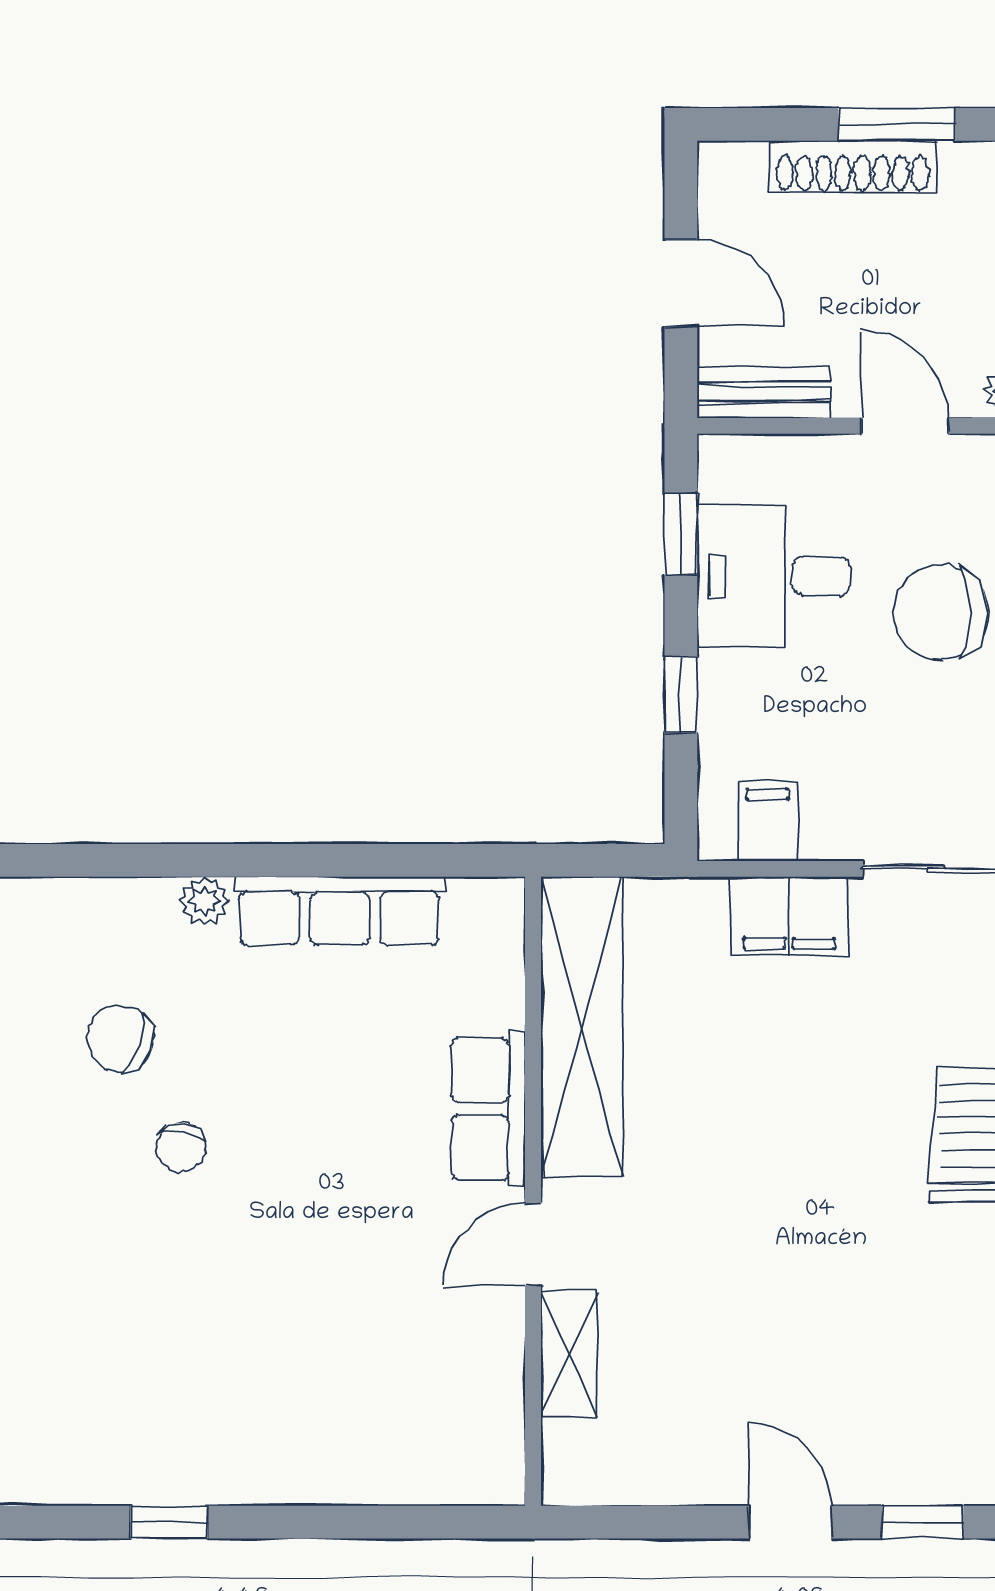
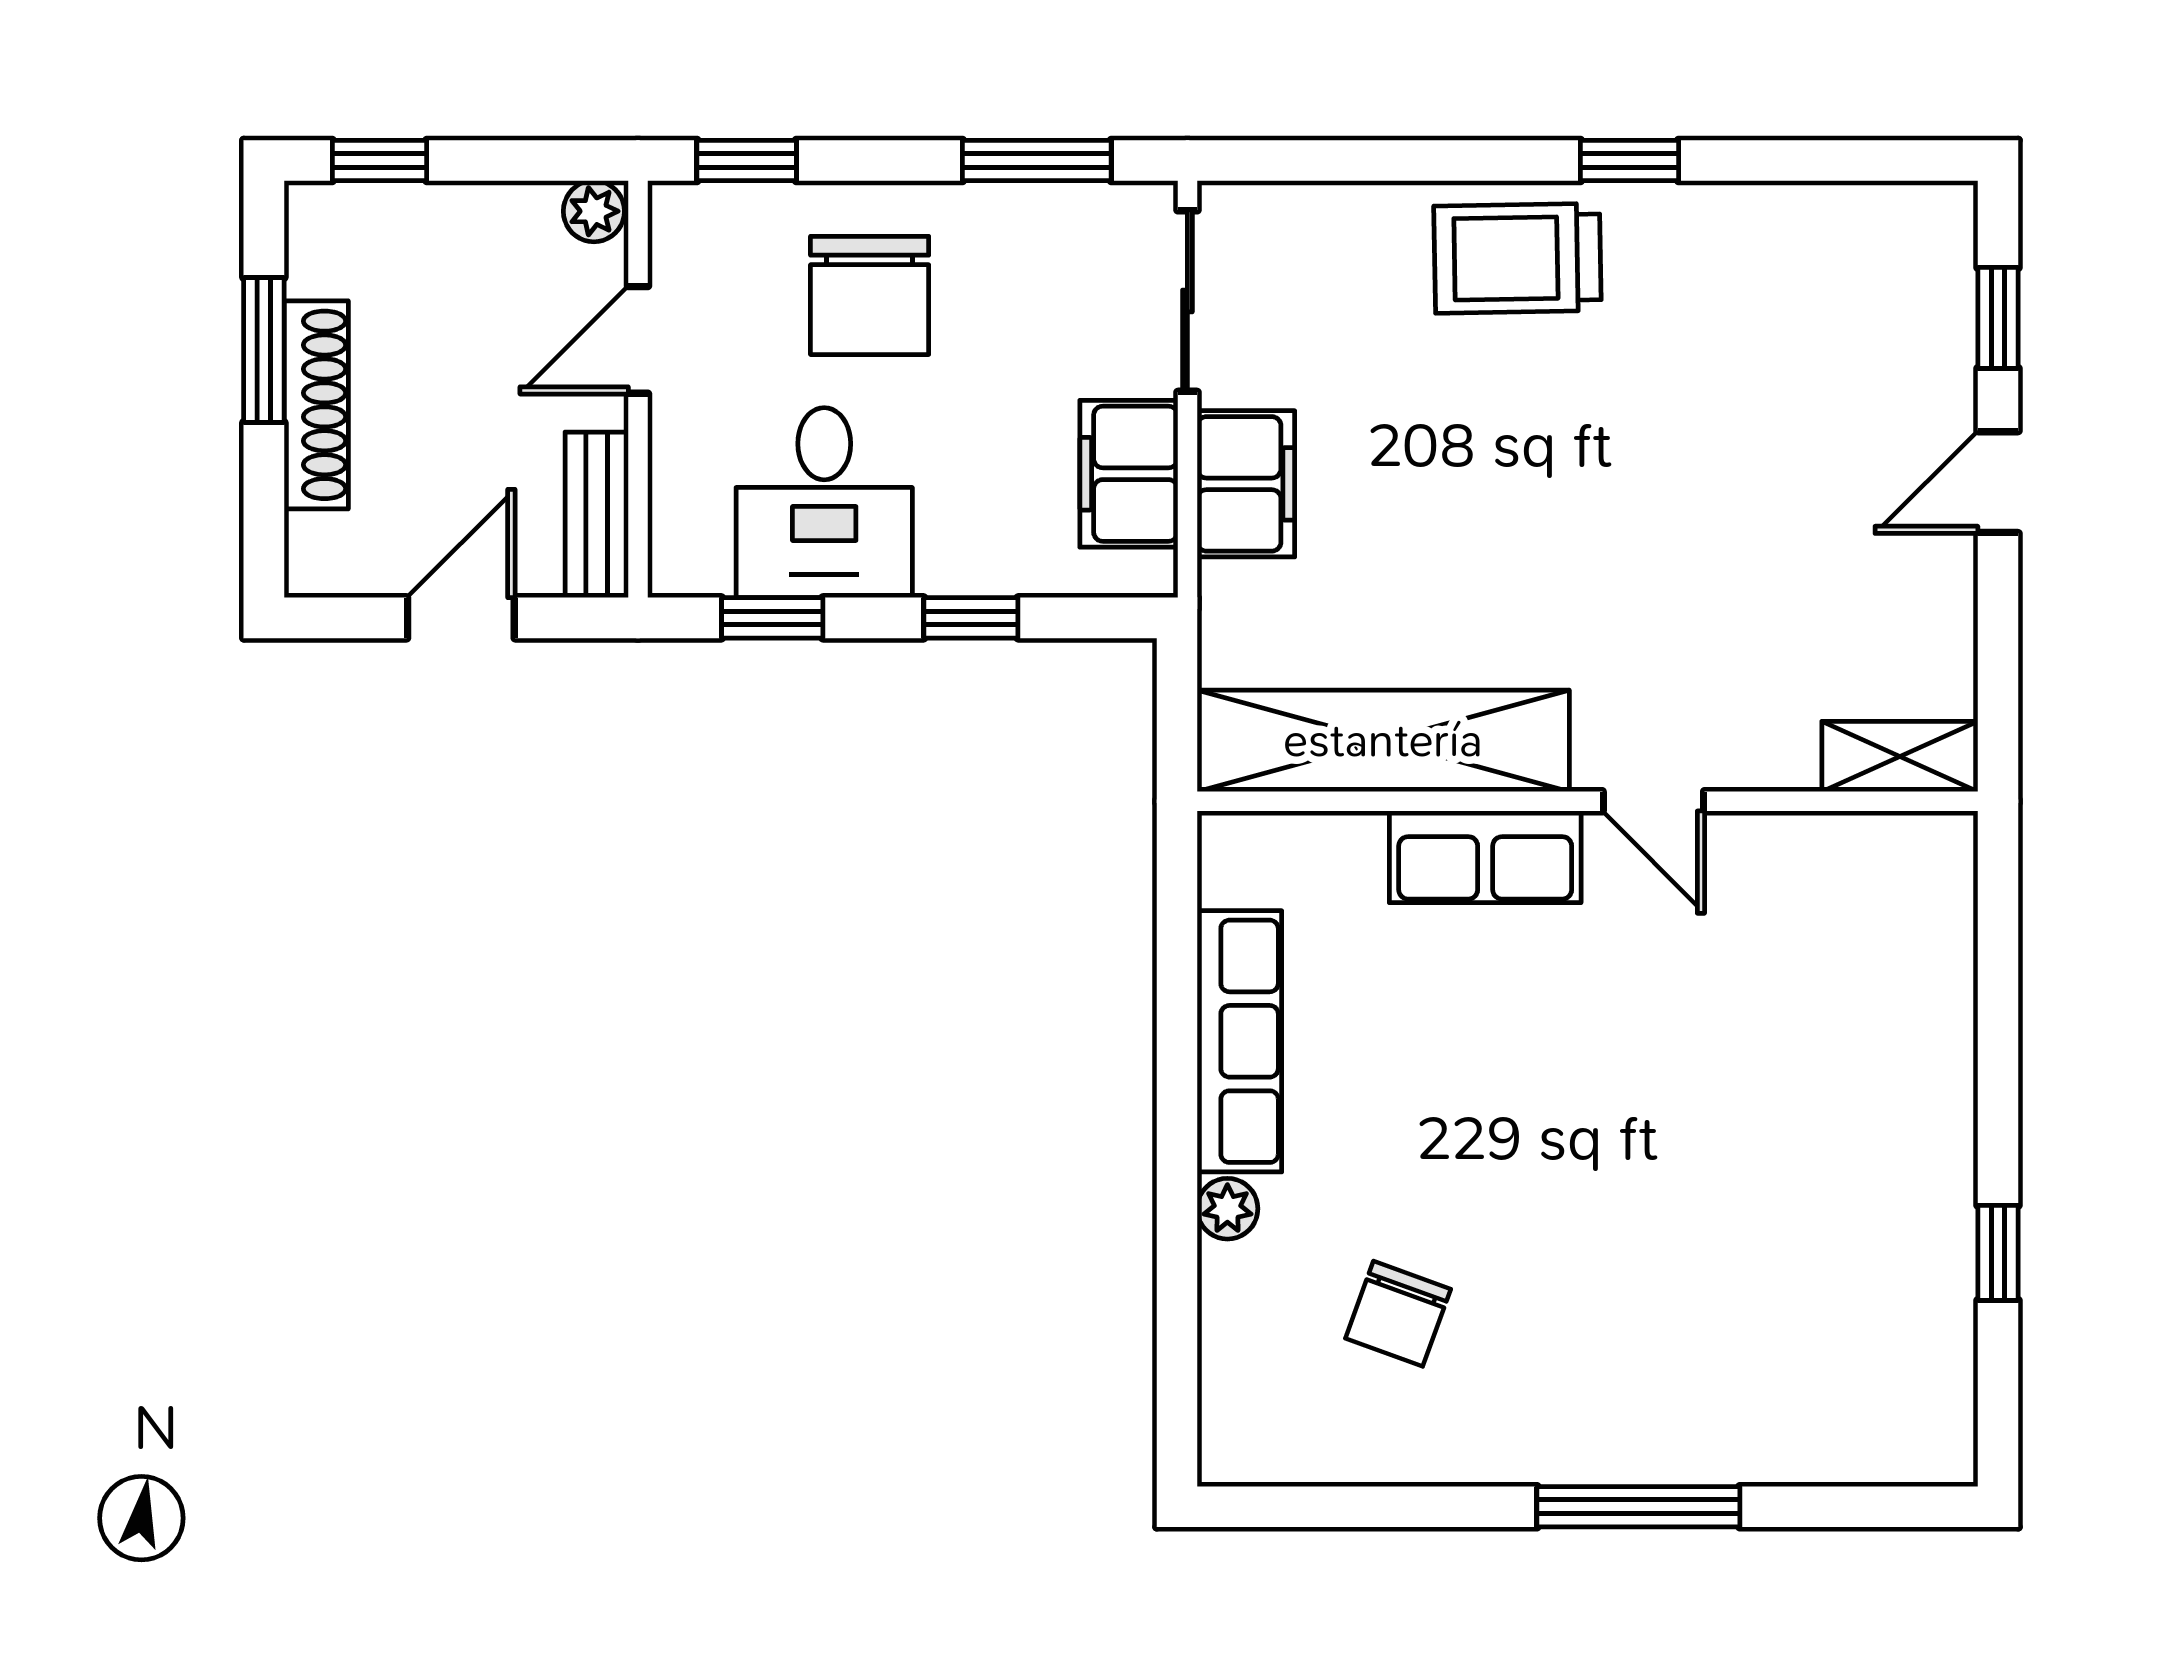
filing cabinet: (767, 822) -> (1129, 474), width x2.00
chair: (181, 1147) -> (1533, 1238), removed
shelving: (569, 1354) -> (1900, 756), moved

